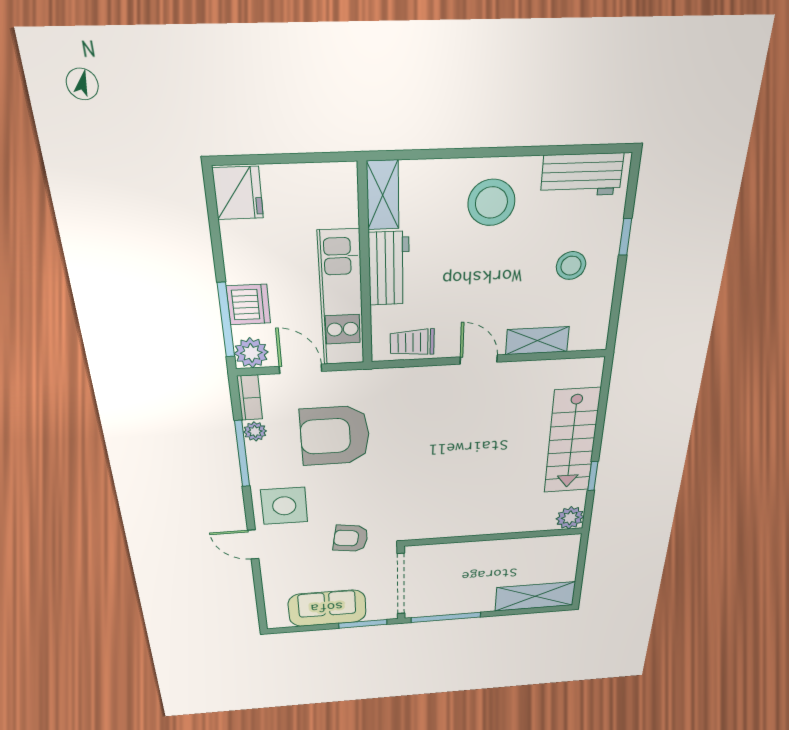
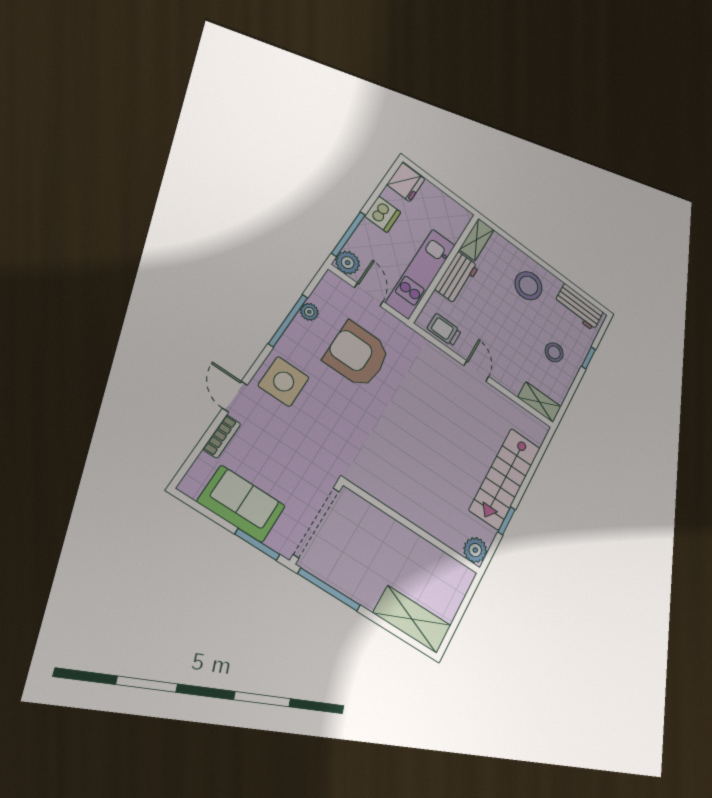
dishwasher: (248, 305) -> (383, 214), moved
shelving: (537, 341) -> (540, 402), moved
bookcase: (250, 398) -> (222, 437), moved
armchair: (351, 538) -> (309, 447), removed

